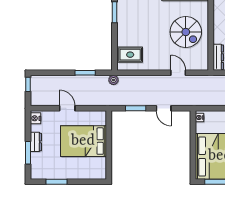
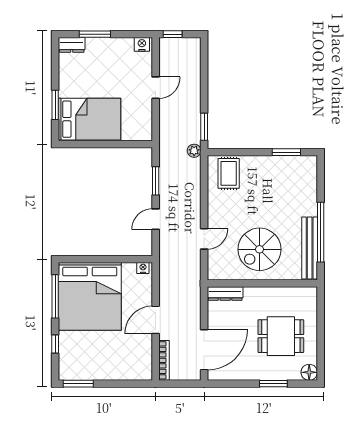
window: (85, 73) -> (204, 127), moved
window: (28, 84) -> (173, 34), moved
bed: (83, 141) -> (90, 119), moved, turned 90
dresser: (36, 142) -> (72, 45), moved
window: (57, 182) -> (55, 105), moved

